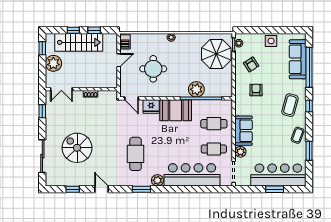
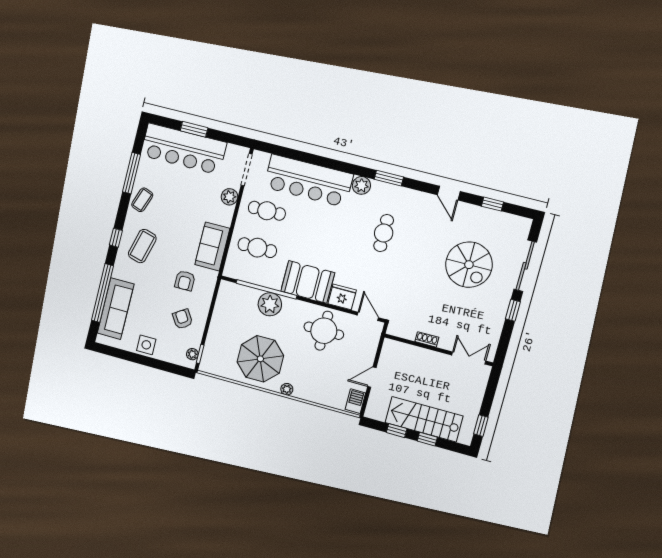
parasol: (216, 54) -> (260, 359), moved
plant: (53, 63) -> (470, 399), removed
round table: (153, 69) -> (324, 331), moved
window: (42, 111) -> (513, 310), moved
sofa: (243, 131) -> (212, 246), moved
window: (309, 151) -> (132, 173), width x1.44
cafe table: (136, 154) -> (384, 233), width x0.73, depth x0.74

